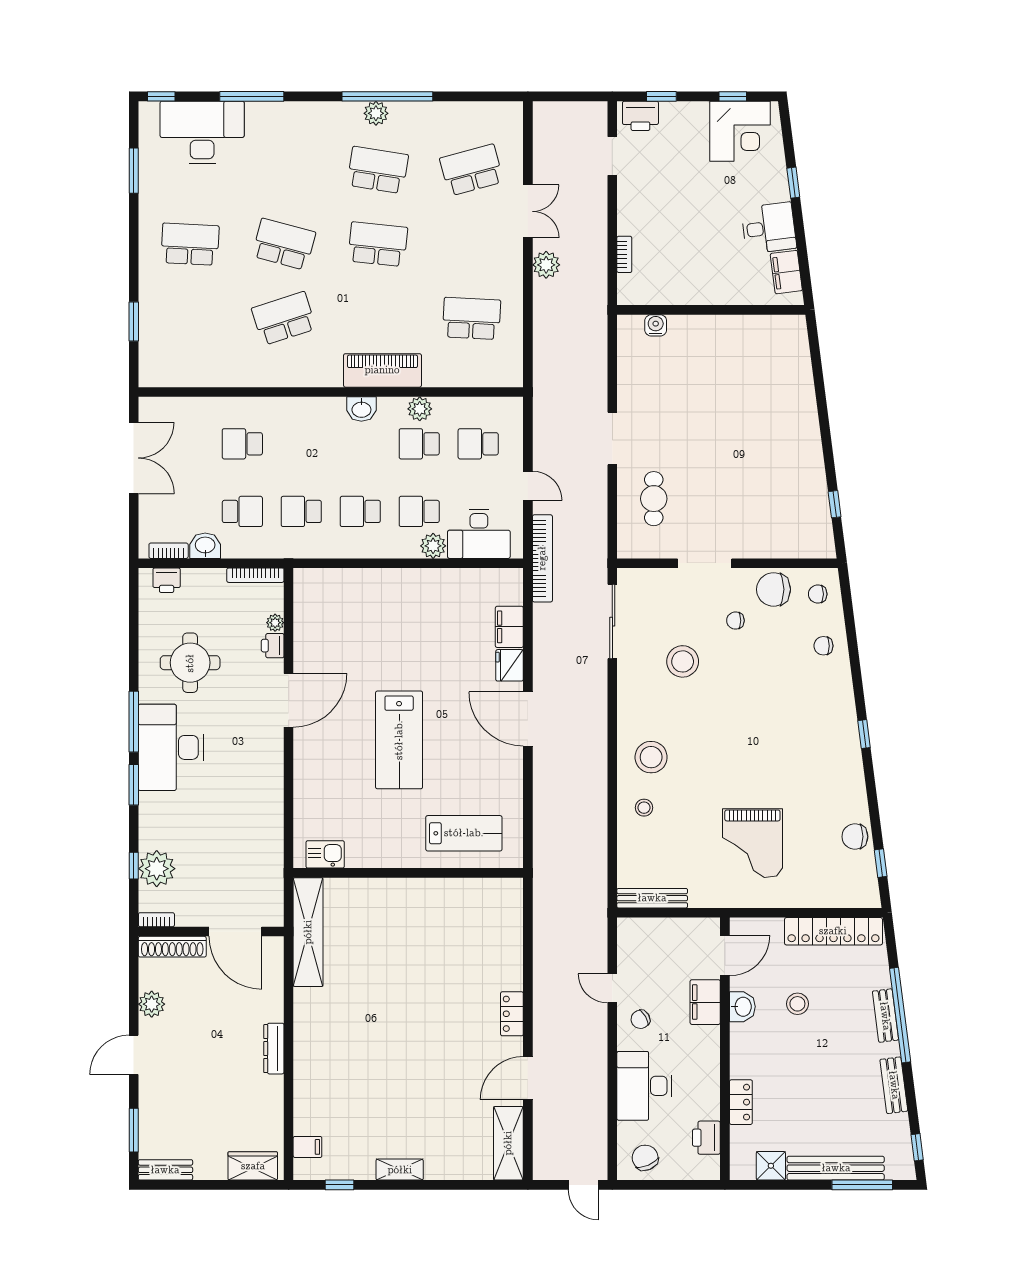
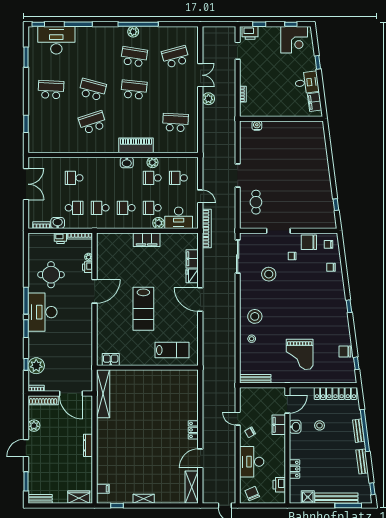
printer: (167, 580) -> (60, 238), moved
filing cabinet: (406, 584) -> (147, 240), added

